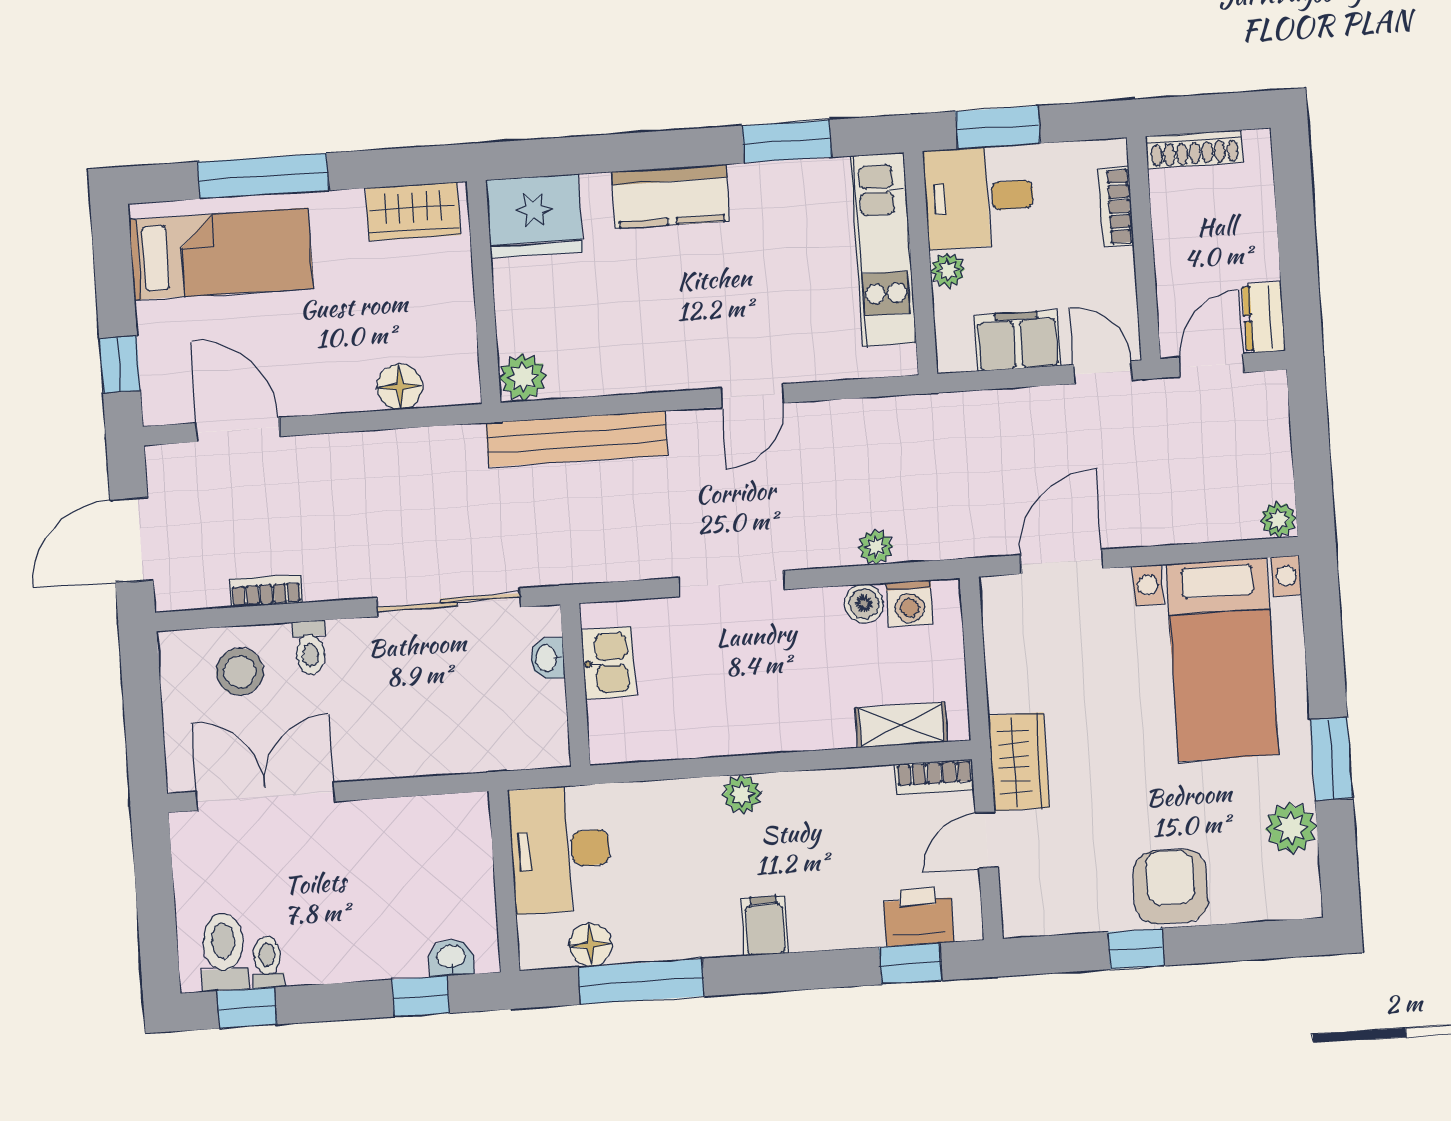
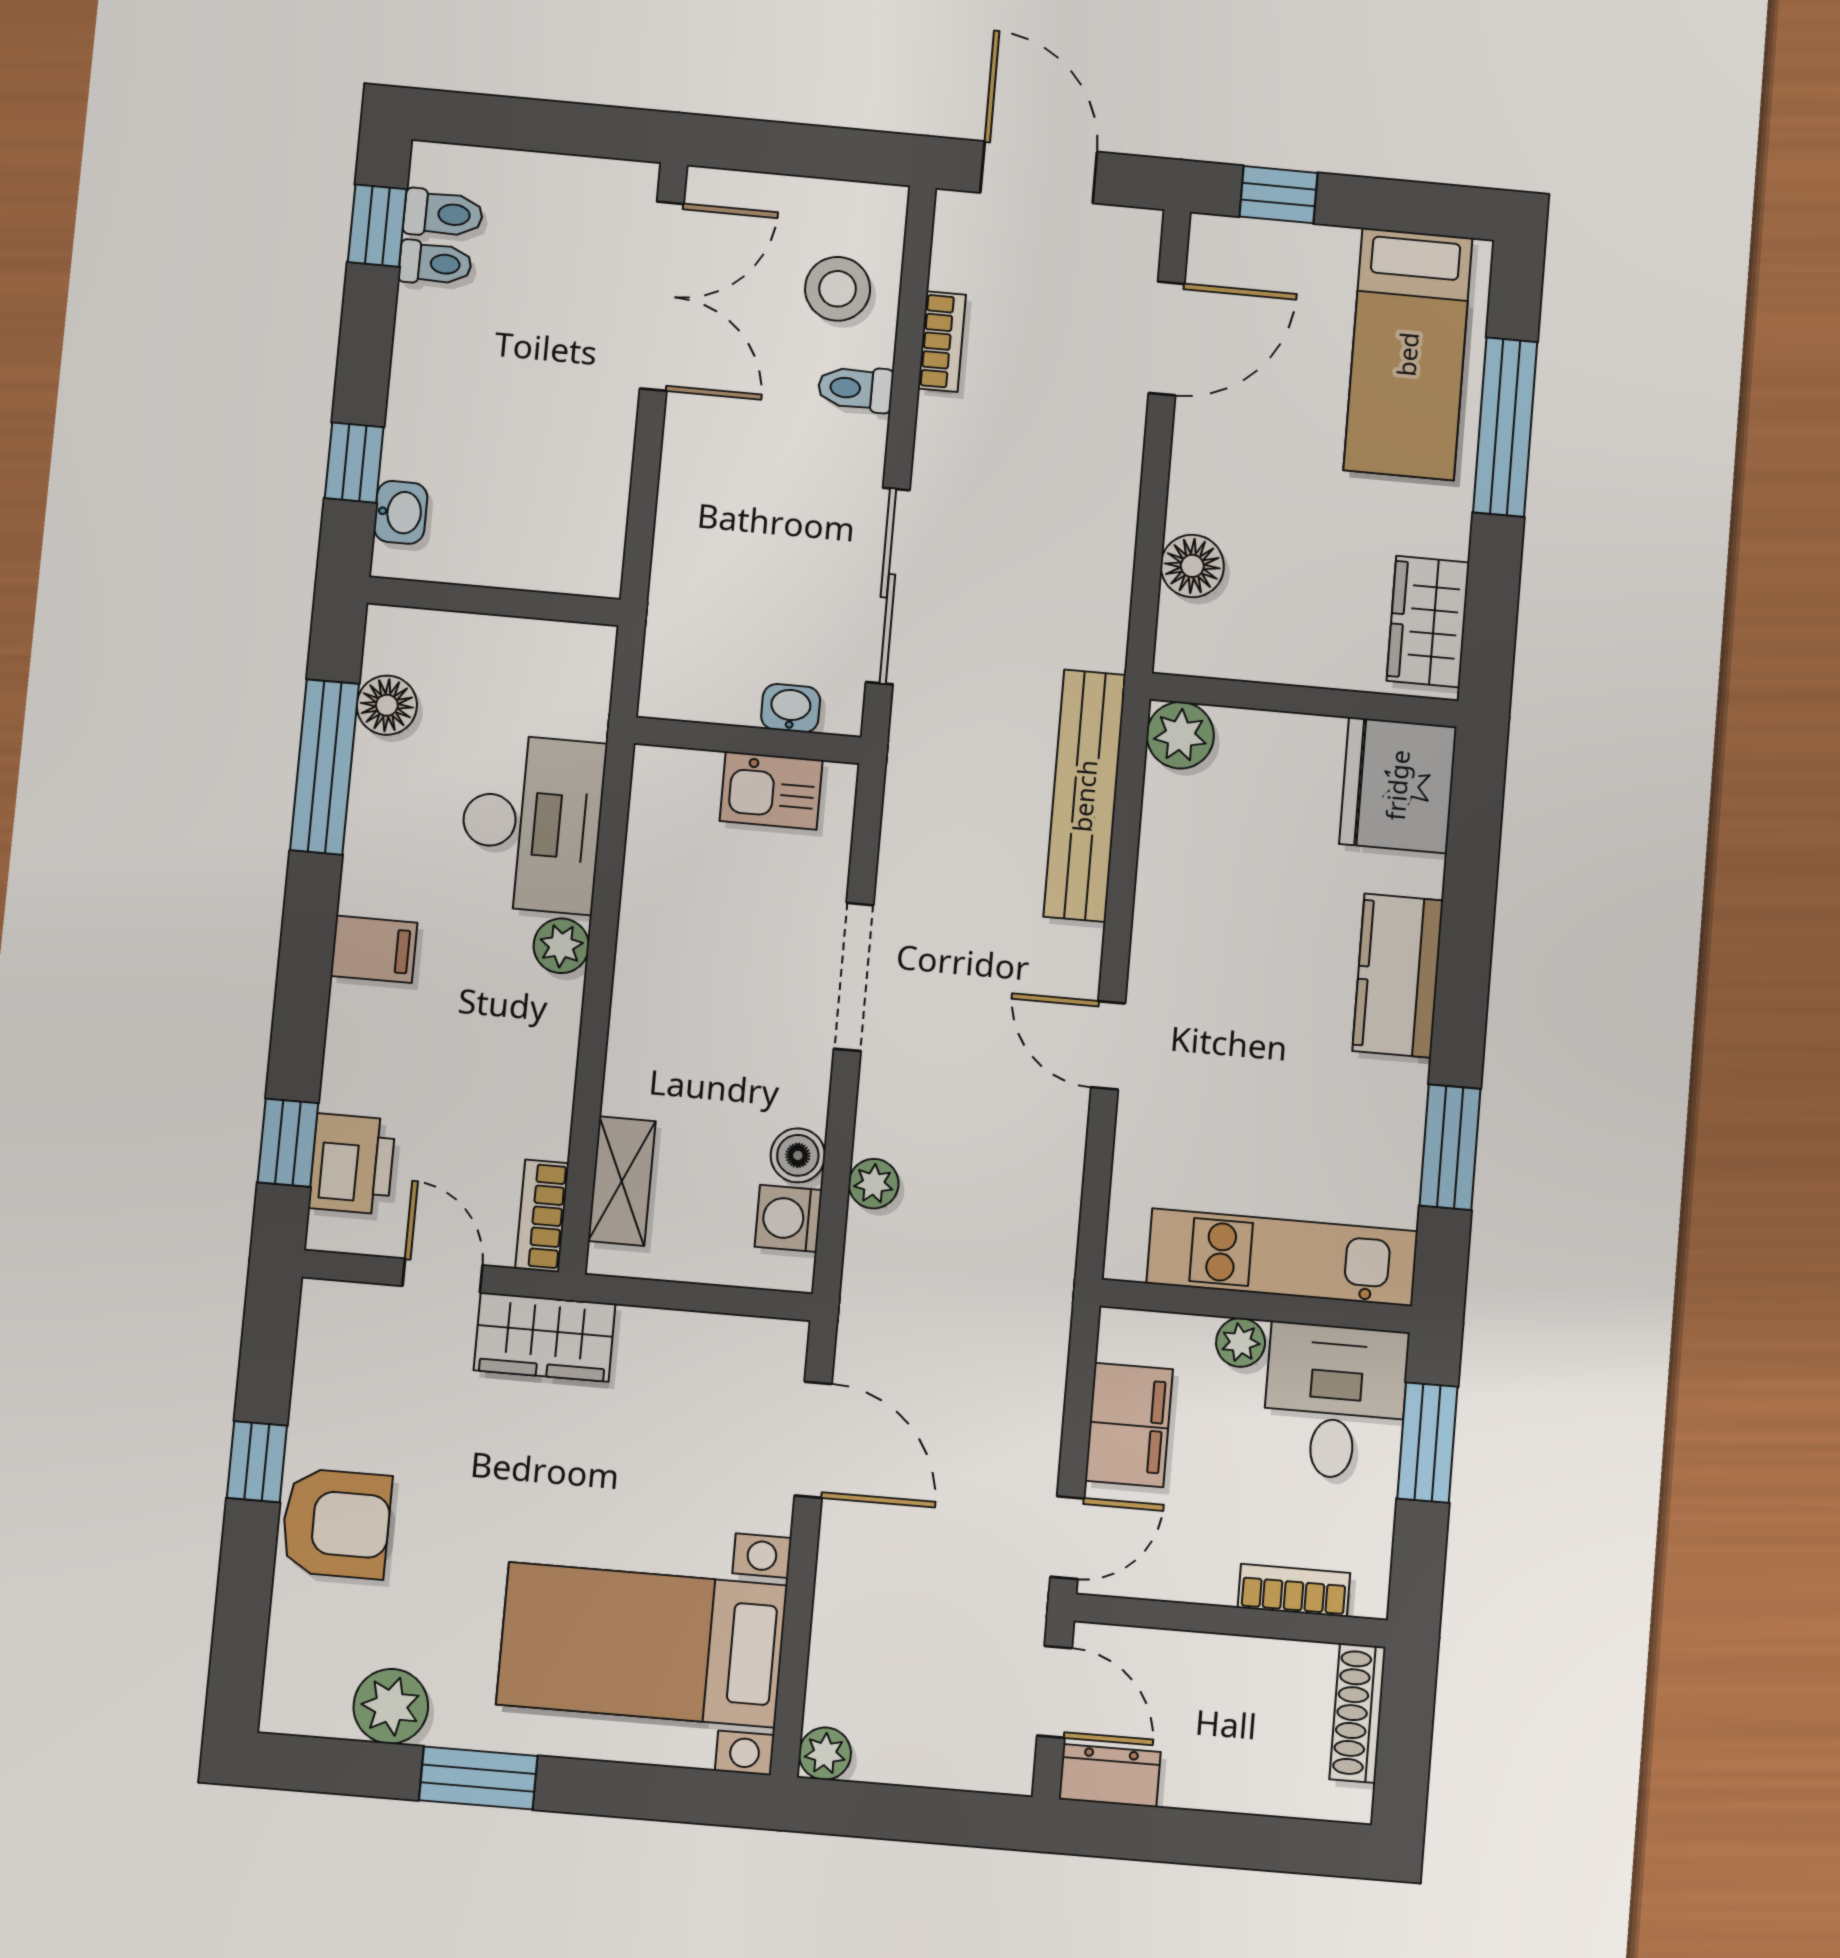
desk: (560, 850) -> (532, 824), moved, turned 90
toilet: (224, 952) -> (443, 214), width x0.73, depth x0.72

